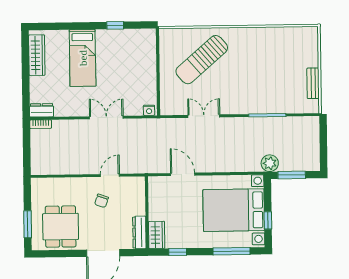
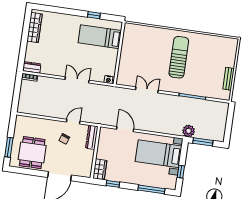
bed: (83, 58) -> (100, 37), moved, turned 90
sun lounger: (202, 60) -> (179, 57), moved, turned 131
bed with nightstands: (234, 210) -> (159, 154), width x0.73
dresser: (139, 232) -> (92, 137), moved

